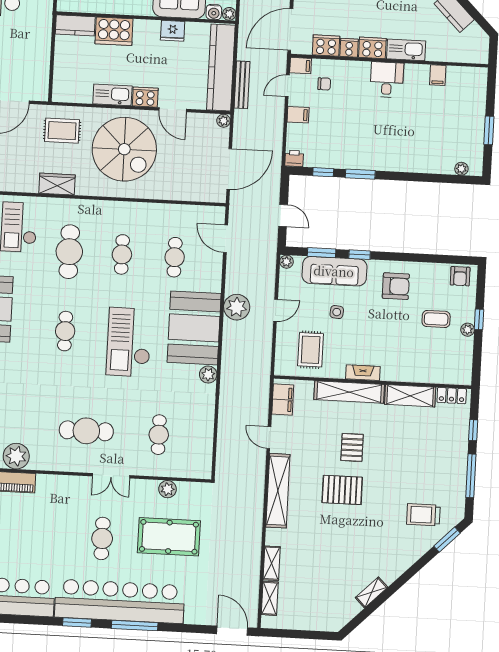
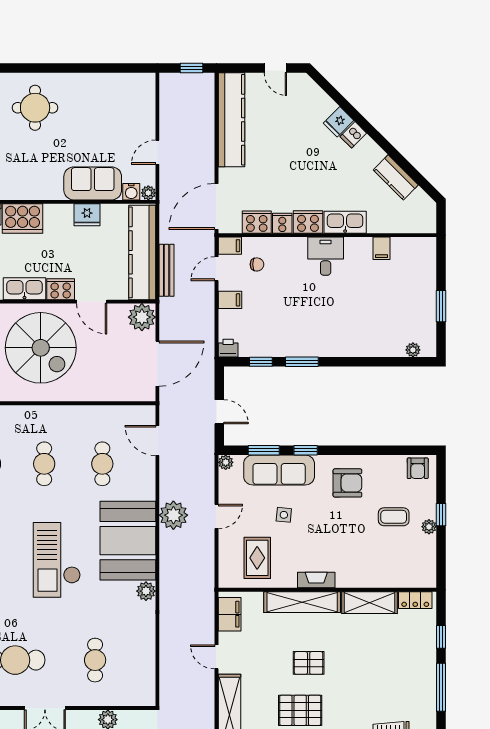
plant: (223, 121) -> (142, 317), width x1.88, depth x1.88
pallet: (352, 447) -> (309, 663), turned 90

